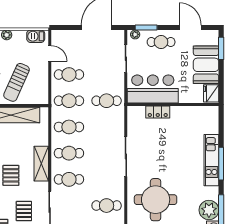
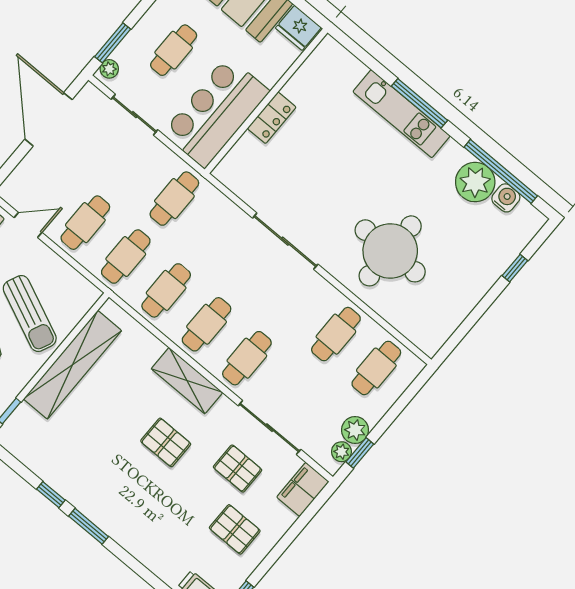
cafe table: (161, 42) -> (174, 50), moved
locker: (158, 112) -> (272, 118), moved

